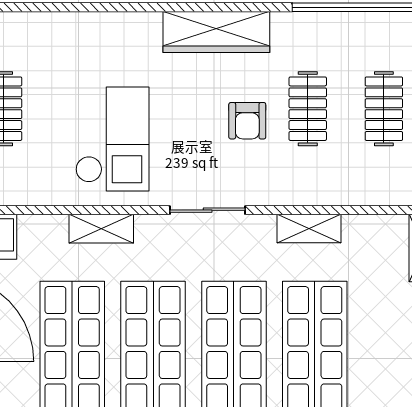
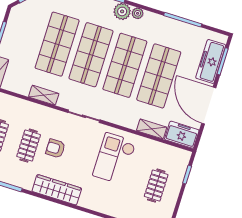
armchair: (247, 121) -> (55, 148), turned -90
shelving: (101, 229) -> (152, 129), moved

